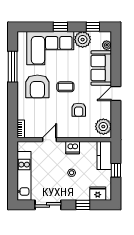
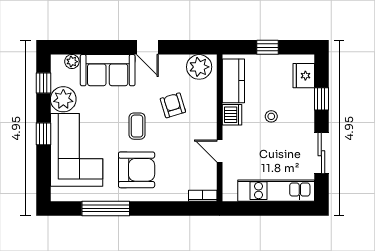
armchair: (79, 110) -> (173, 105), turned -107
kitchen counter: (104, 155) -> (233, 81), moved, turned -90

